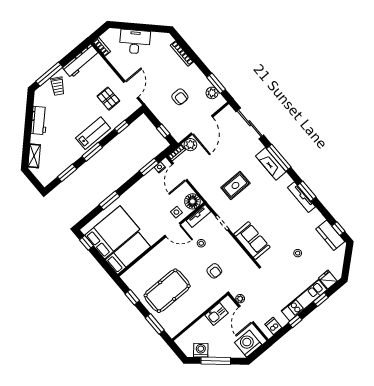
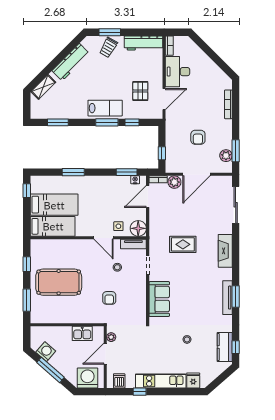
desk: (135, 42) -> (178, 72), moved, turned -135
window: (49, 74) -> (110, 32), width x0.69
workbench: (39, 121) -> (71, 62), width x1.37
window: (92, 152) -> (107, 122), moved
window: (279, 158) -> (236, 251), removed
bed: (112, 232) -> (54, 205), width x0.67
window: (321, 300) -> (174, 392), removed

